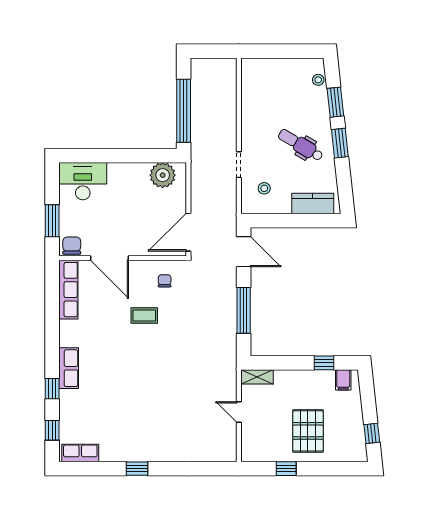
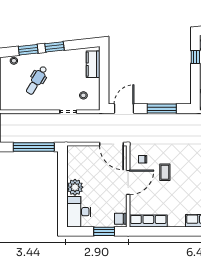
dental chair: (301, 145) -> (37, 80), moved
plant: (163, 175) -> (75, 187), moved
door: (110, 258) -> (128, 182), moved

